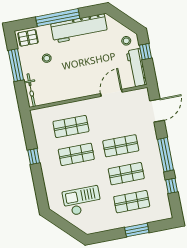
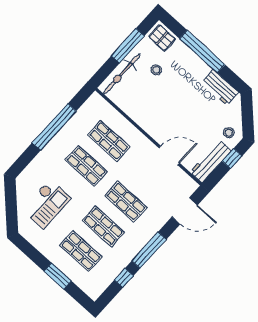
workbench: (79, 28) -> (220, 87), width x0.53, depth x0.76
bicycle: (31, 90) -> (122, 74), width x1.37, depth x1.40
window: (34, 156) -> (54, 127), width x3.17
checkout: (82, 201) -> (47, 204), turned 90

